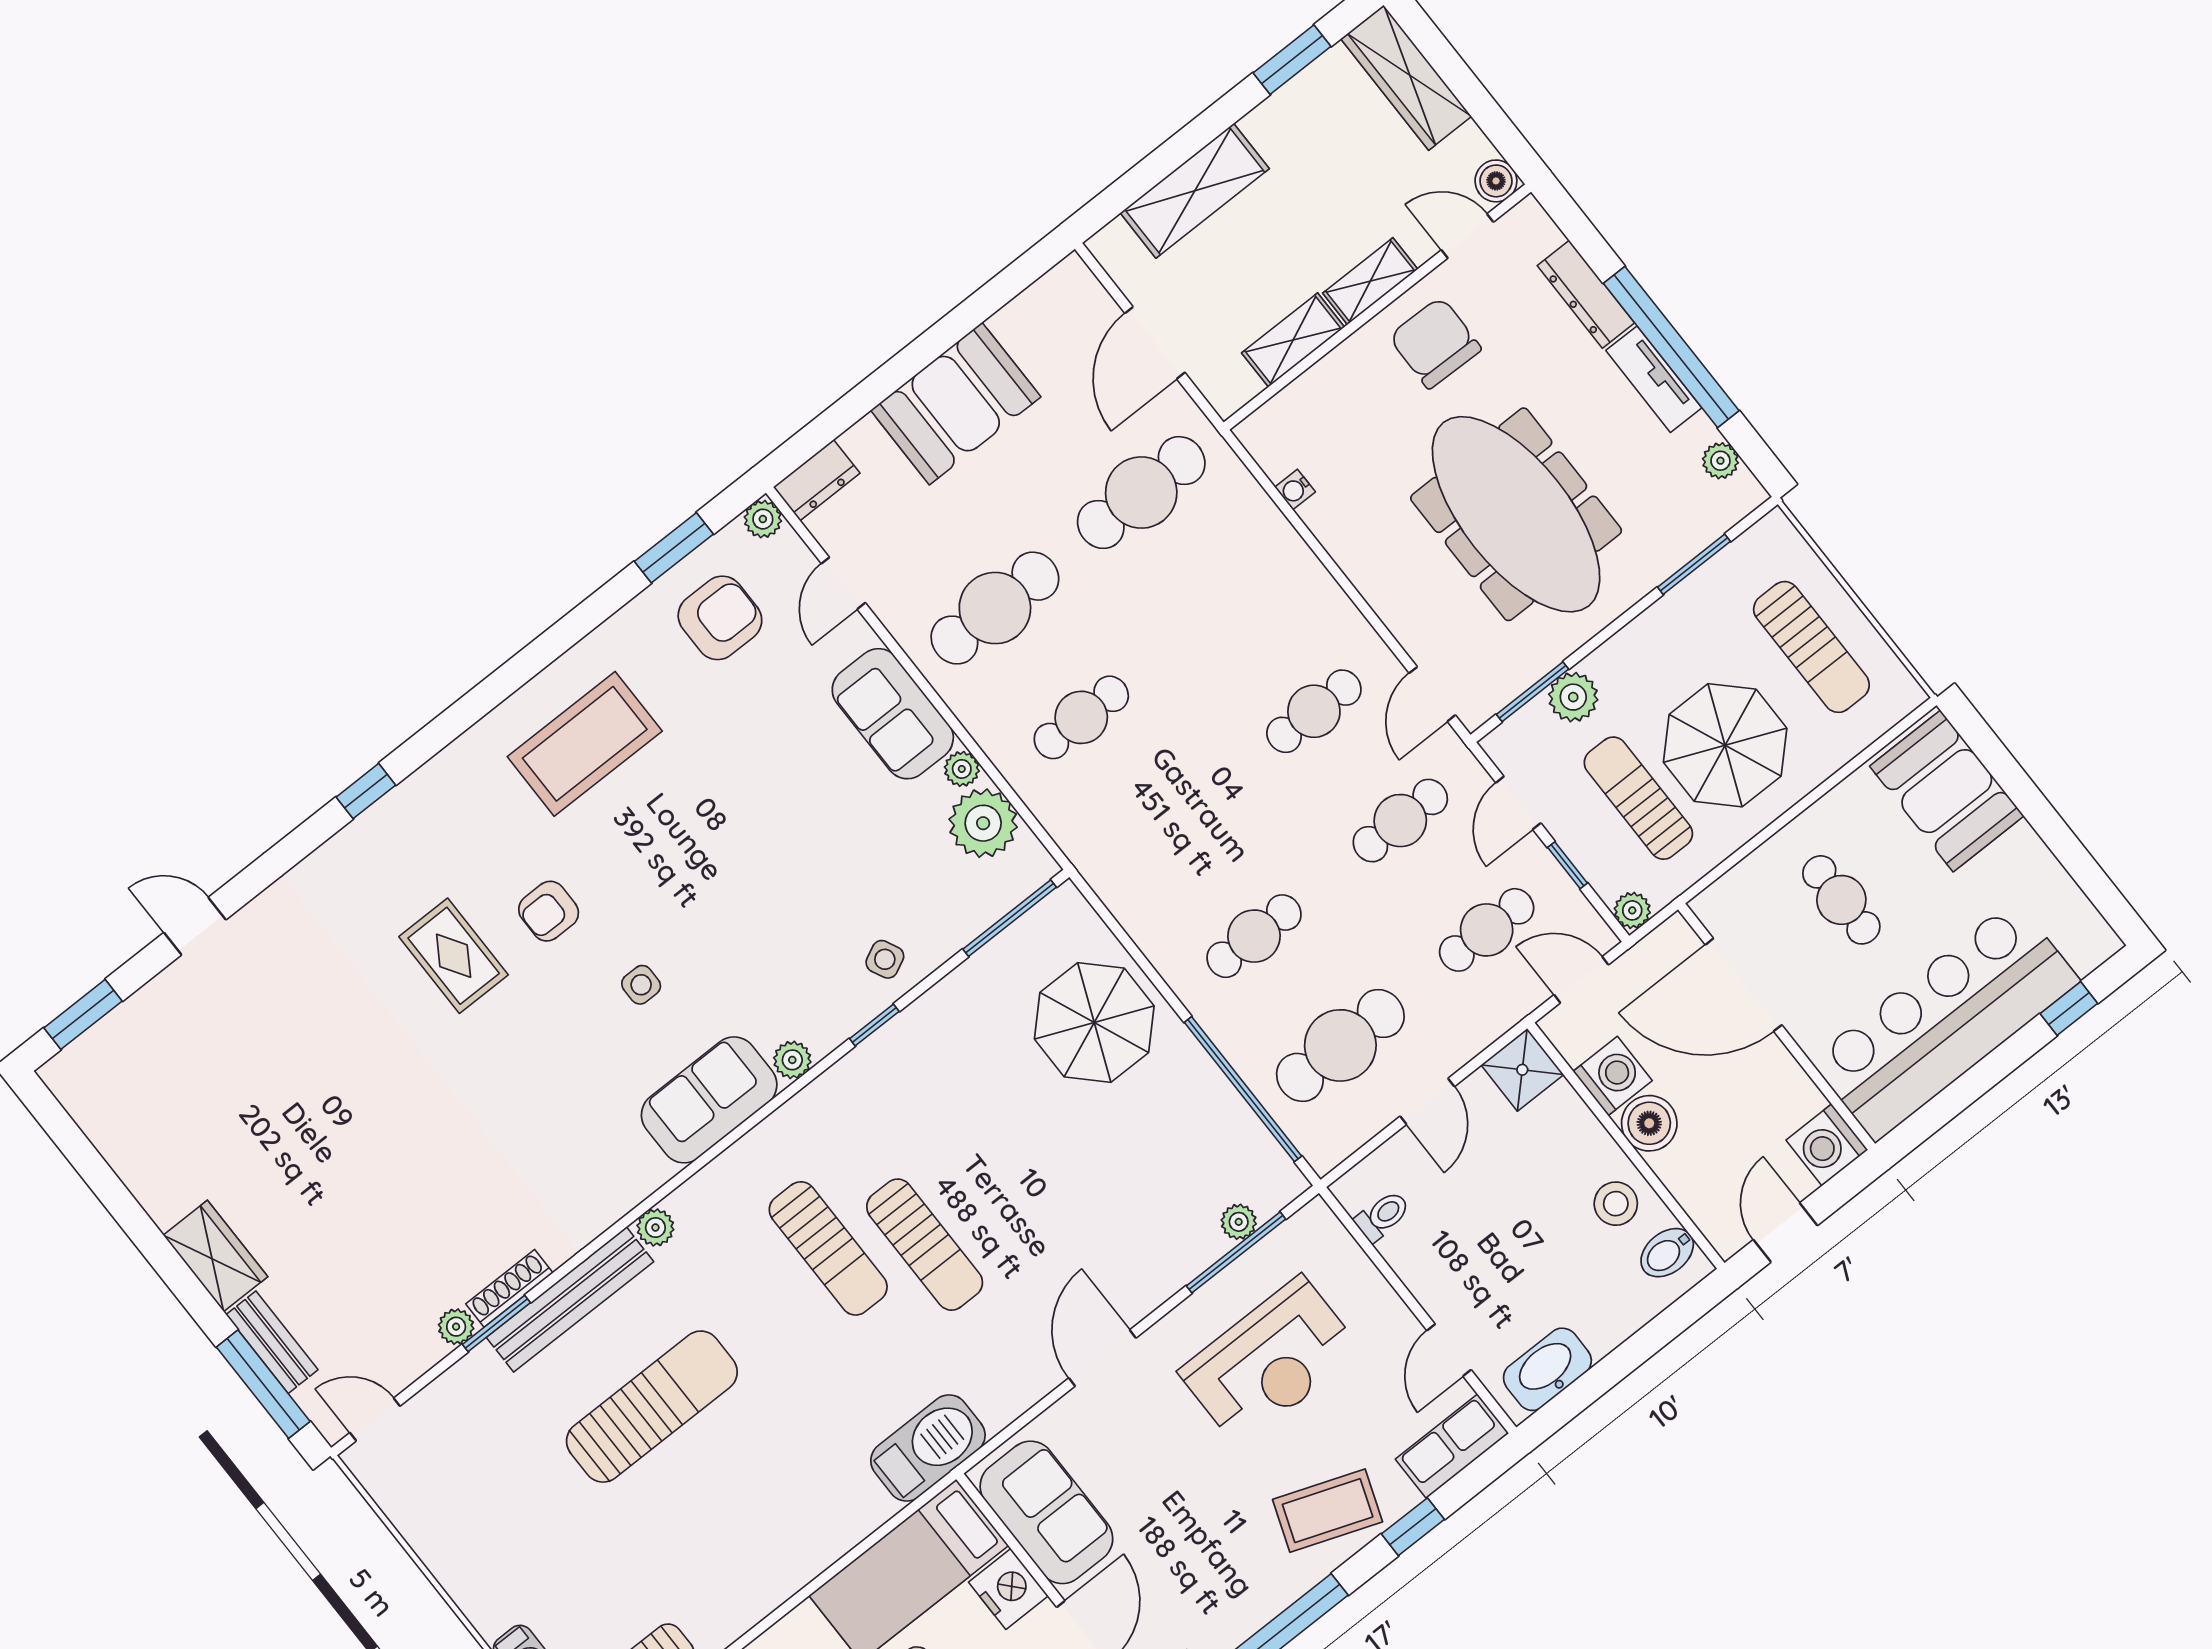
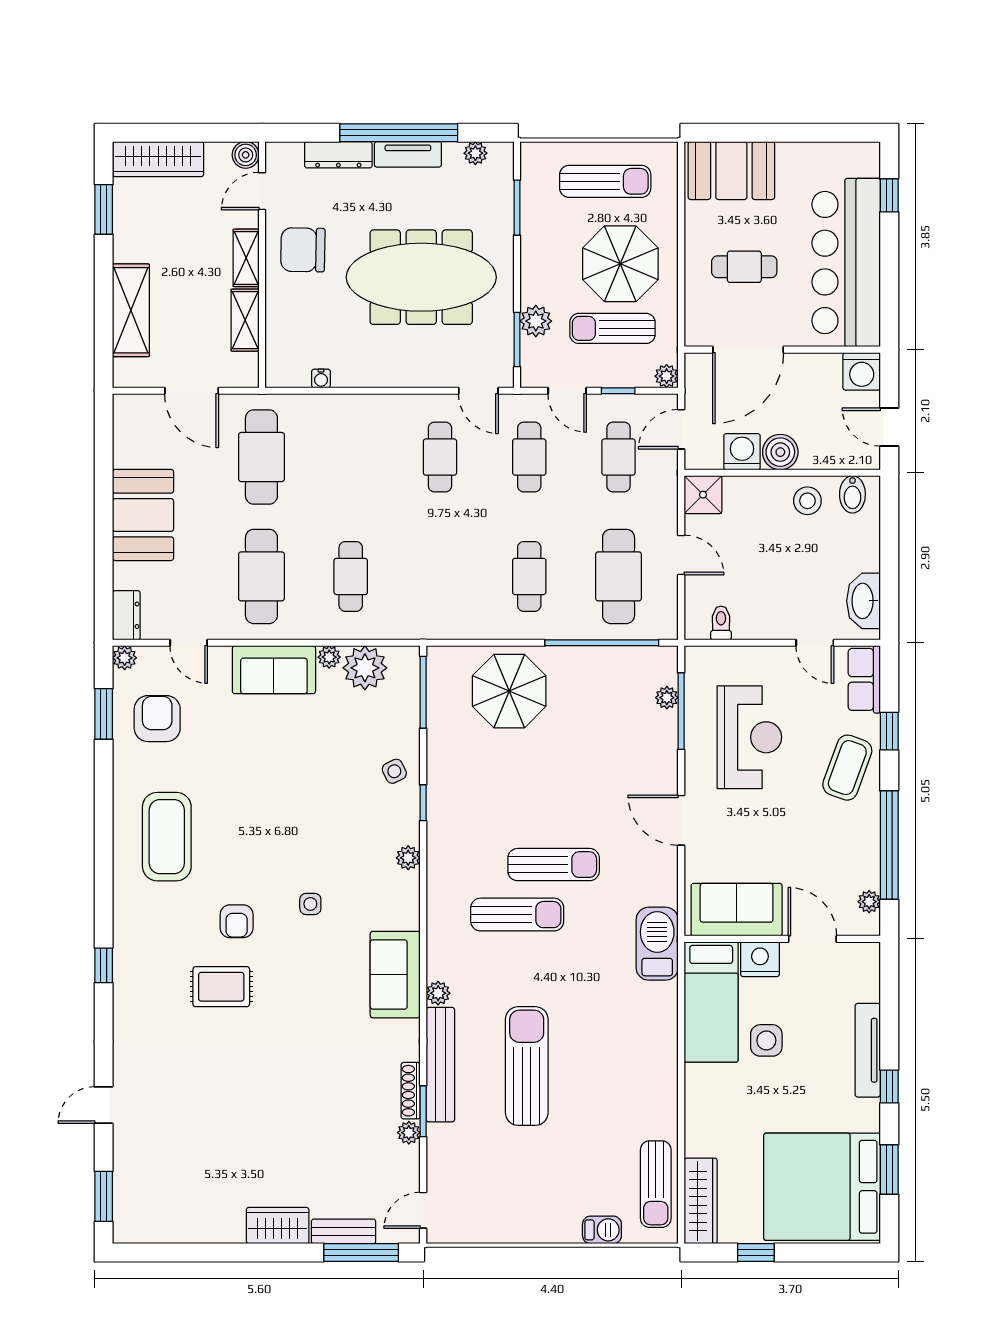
sofa: (709, 1100) -> (395, 975), moved

